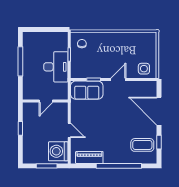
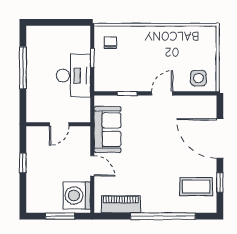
sofa: (87, 90) -> (108, 130), moved, turned -90

